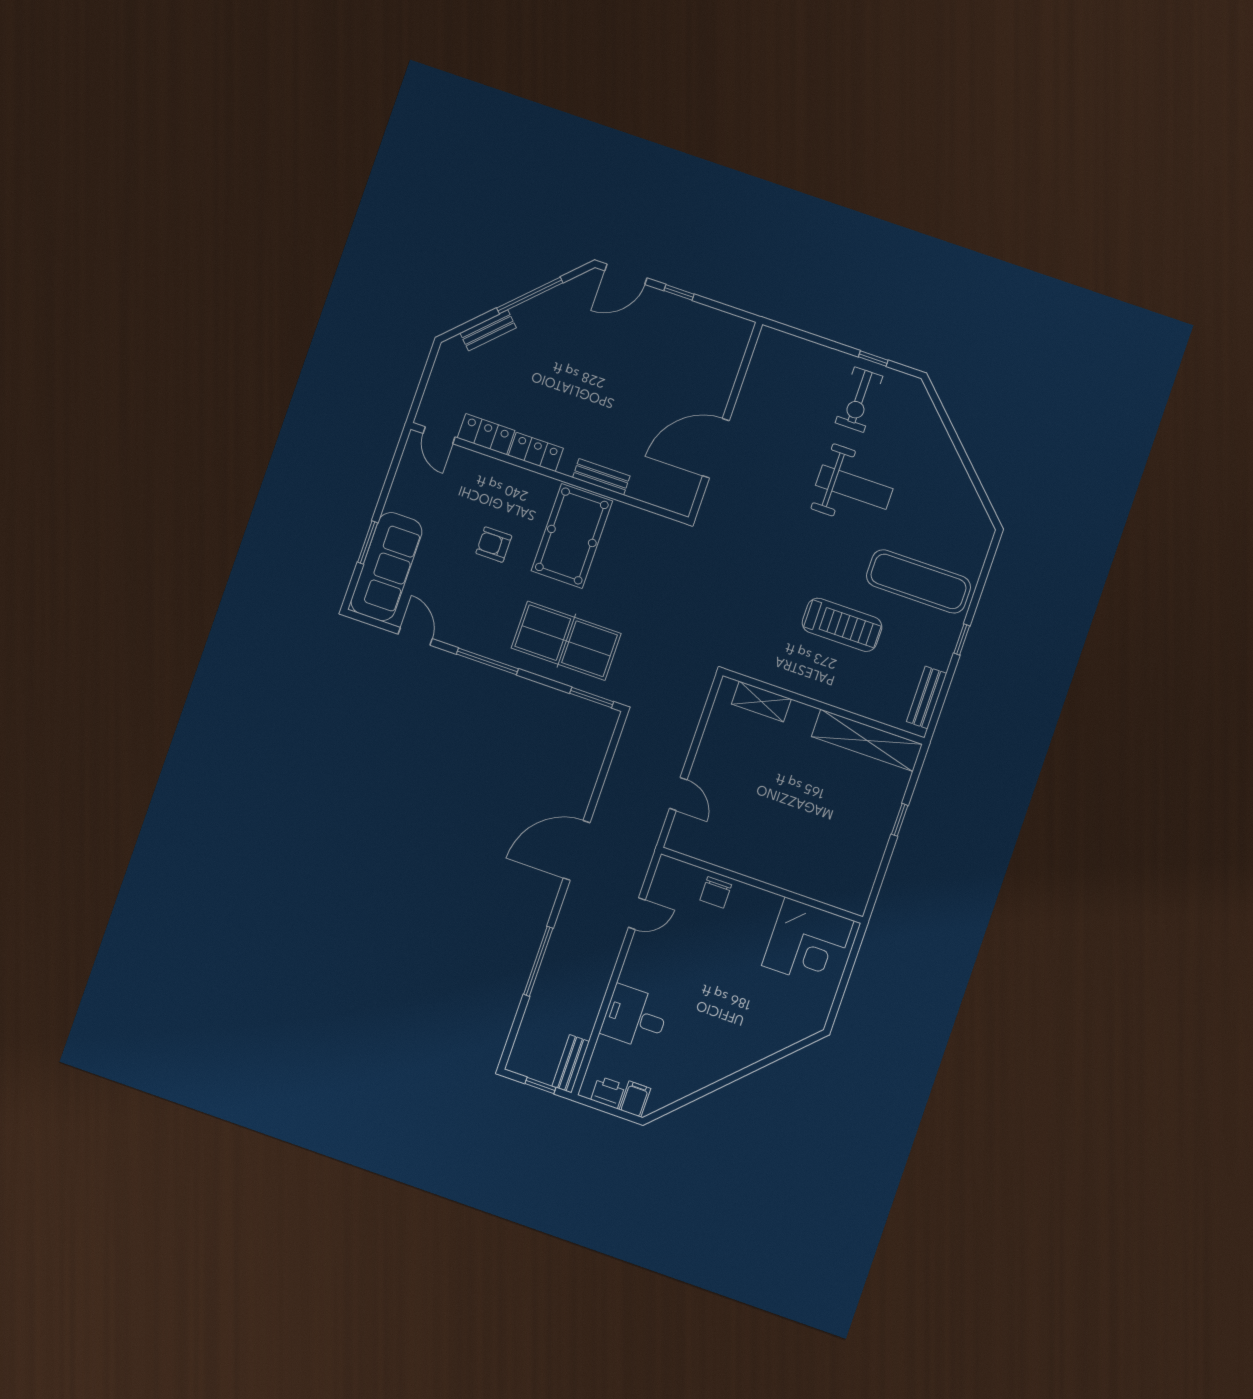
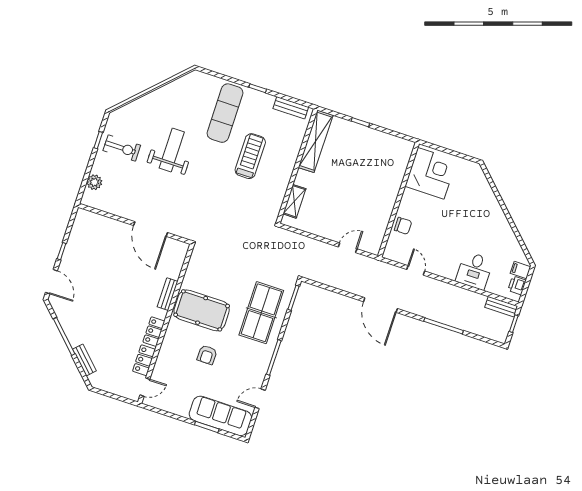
plant: (799, 351) -> (94, 182), added

